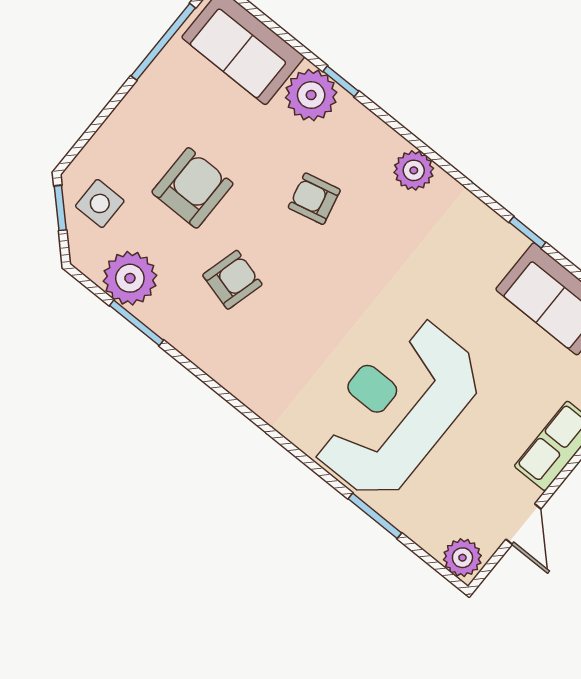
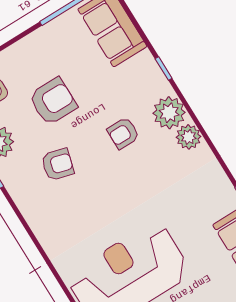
plant: (311, 95) -> (169, 113), moved
armchair: (314, 199) -> (123, 133), turned -77

